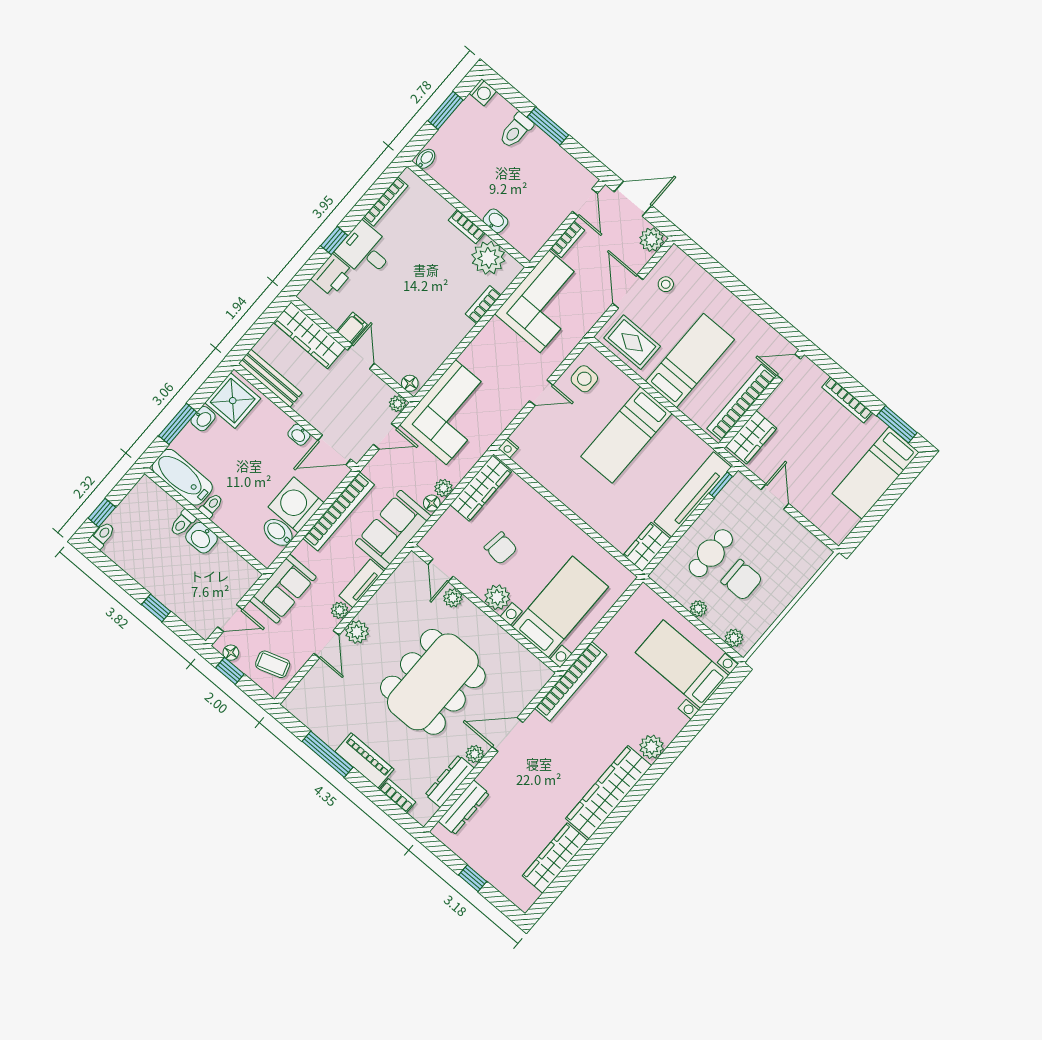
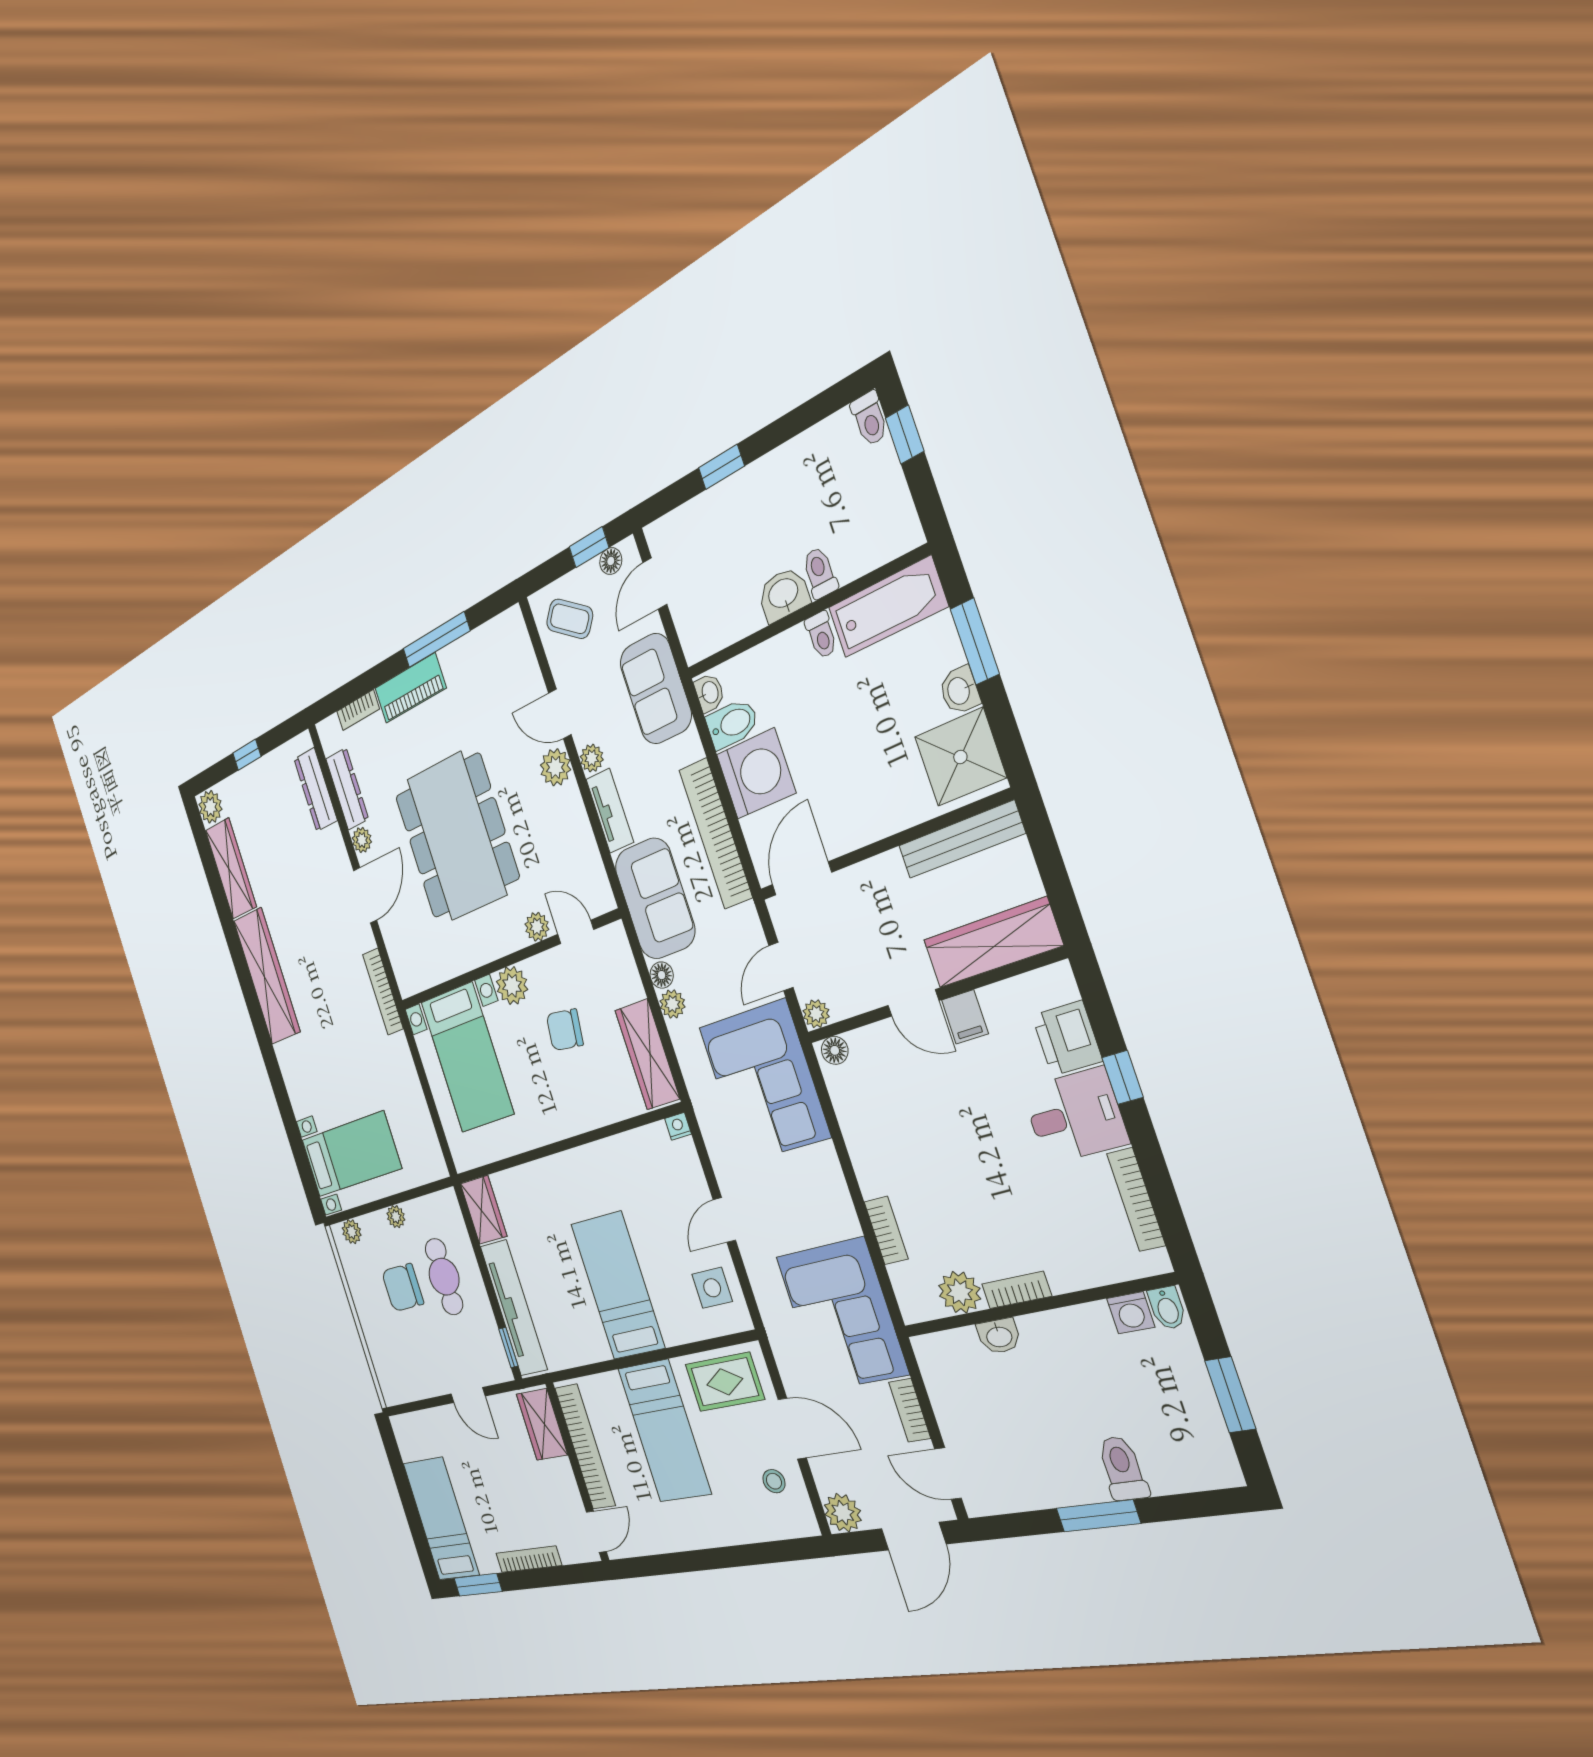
washing machine: (483, 92) -> (1131, 1313), moved, turned -90
plant: (488, 258) -> (960, 1292), width x0.73, depth x0.73
washbasin: (299, 435) -> (709, 693), moved, turned 90
coffee table: (273, 664) -> (570, 619), turned 55
bookcase: (571, 681) -> (383, 992), width x0.68, depth x0.76
plant: (652, 747) -> (210, 807), moved

